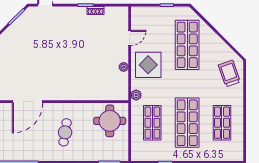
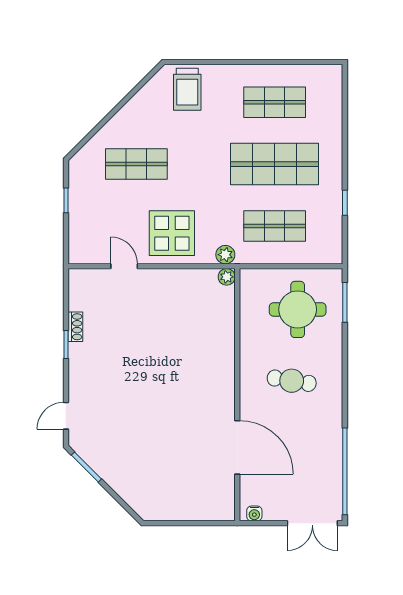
shop shelf: (187, 45) -> (136, 164), width x0.70, depth x0.74
plant: (124, 67) -> (227, 277), moved
trolley: (229, 74) -> (187, 89), turned -71
round table: (110, 121) -> (298, 309), moved

